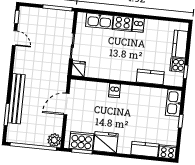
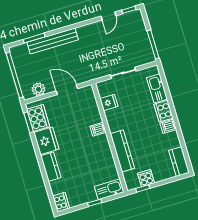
kitchen counter: (180, 44) -> (179, 162), moved, turned -90
fridge: (78, 69) -> (109, 102), moved
kitchen counter: (150, 77) -> (122, 151), width x1.50
plant: (54, 140) -> (38, 89), moved
kitchen counter: (145, 149) -> (51, 167), moved

